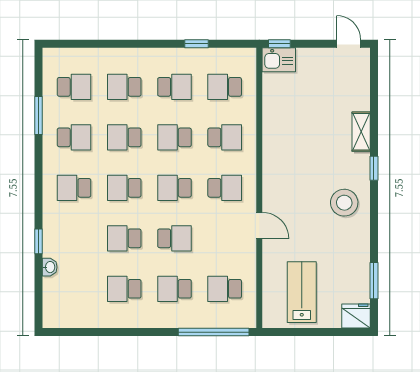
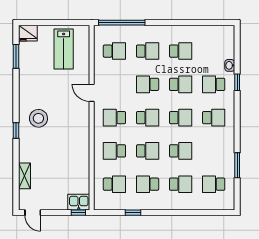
shelving: (361, 132) -> (25, 176), moved
school desk: (74, 137) -> (214, 84), moved
stool: (344, 203) -> (38, 118), moved

